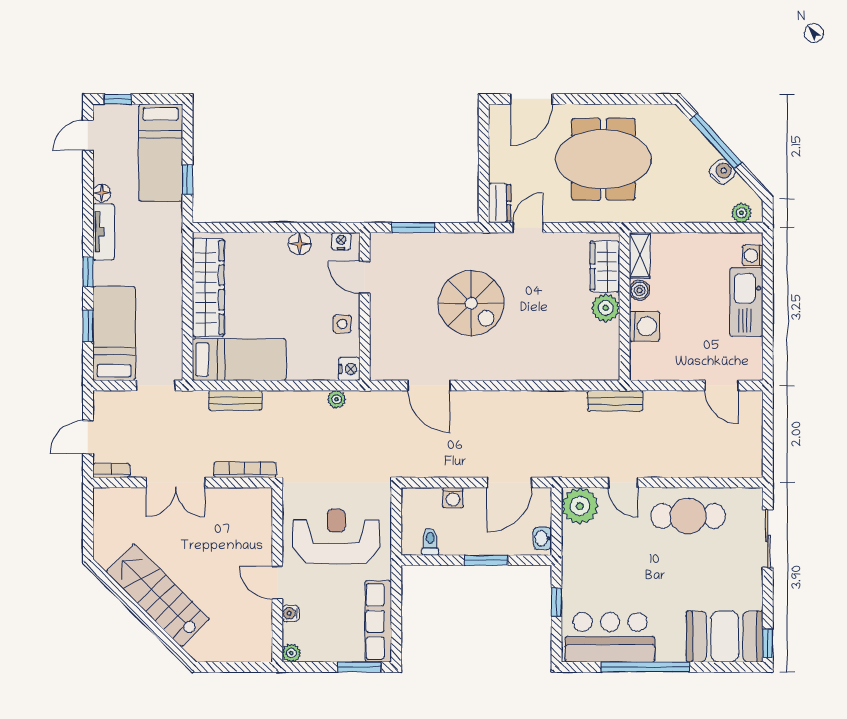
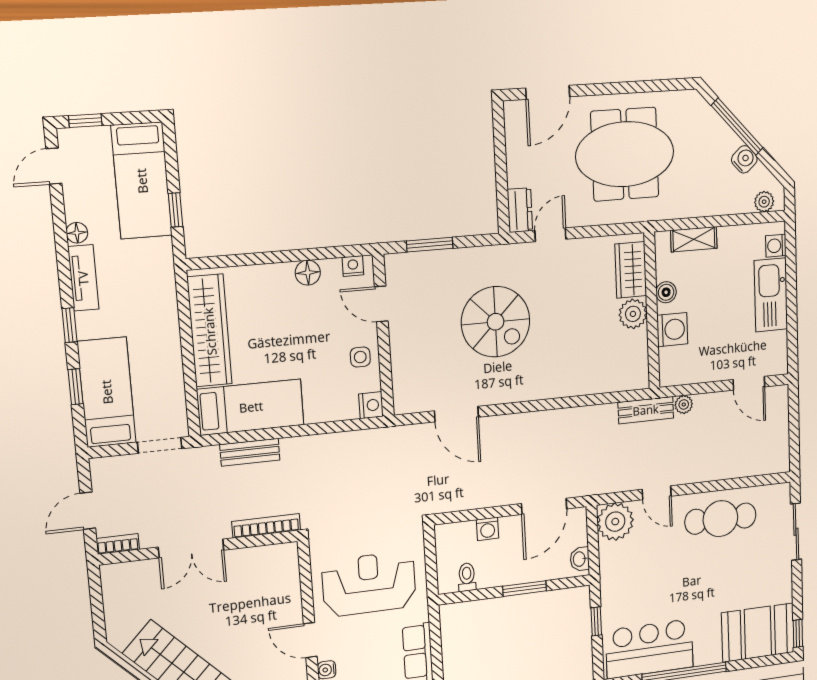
shelving: (640, 255) -> (694, 239), moved, turned 90
plant: (336, 399) -> (684, 404), moved

